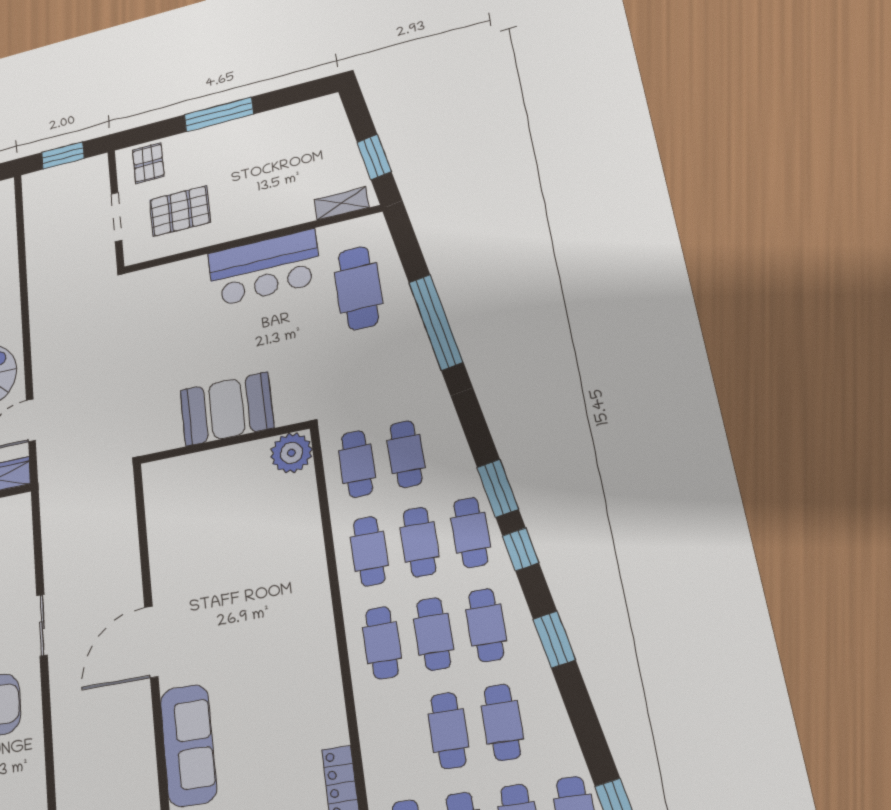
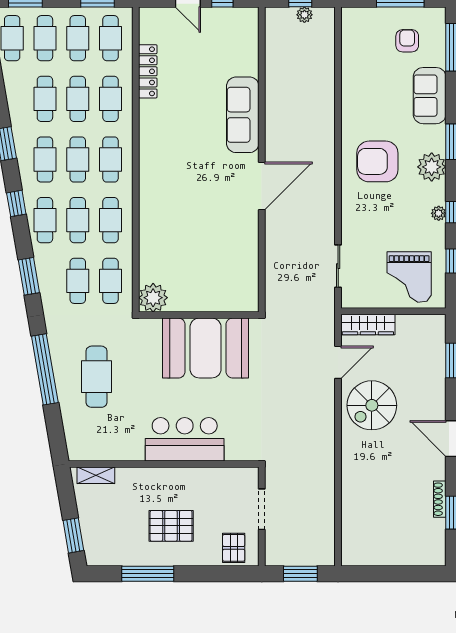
window: (219, 114) -> (148, 574), moved
window: (374, 157) -> (73, 535), moved
pallet: (180, 211) -> (171, 526), moved
bar counter: (264, 268) -> (185, 439), moved
cafe table: (358, 288) -> (97, 377), moved
booth: (227, 409) -> (206, 348), width x1.36, depth x1.42
window: (498, 488) -> (29, 276), moved
sliding door: (42, 625) -> (338, 266), moved
cafe table: (395, 739) -> (110, 99), added

